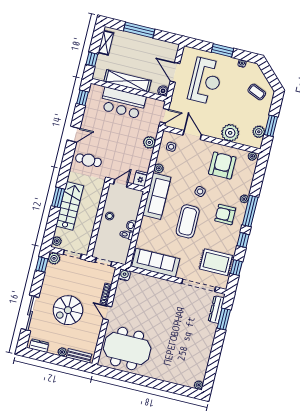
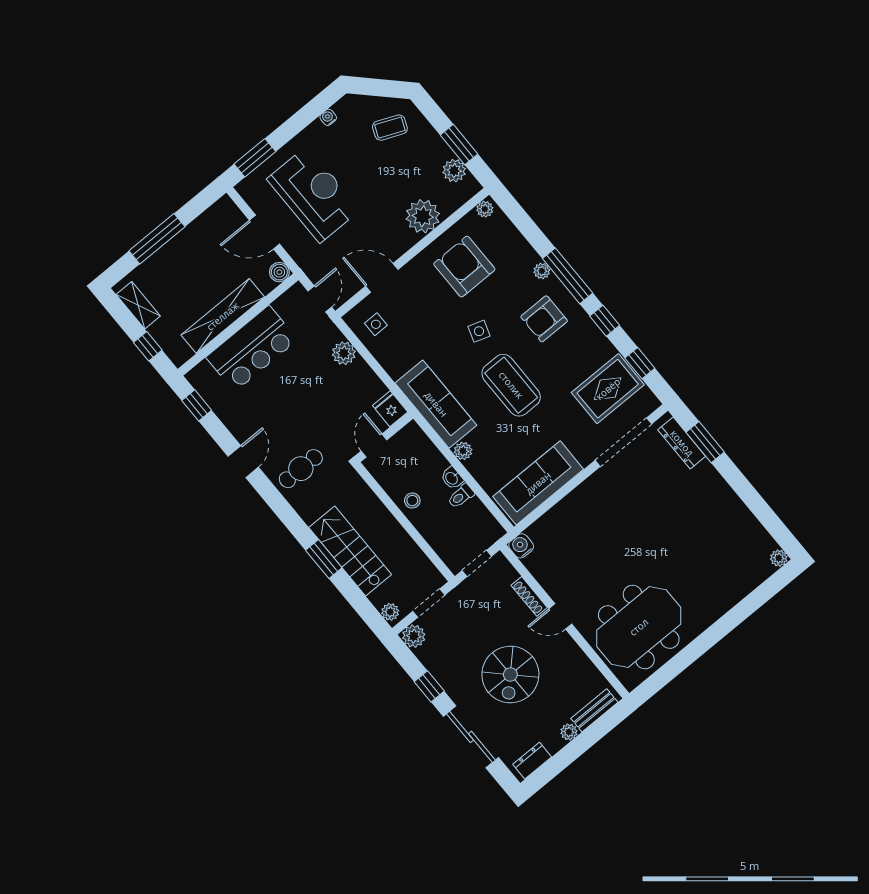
window: (222, 50) -> (255, 158), moved
plant: (159, 168) -> (463, 451), moved
window: (42, 264) -> (429, 686), moved

